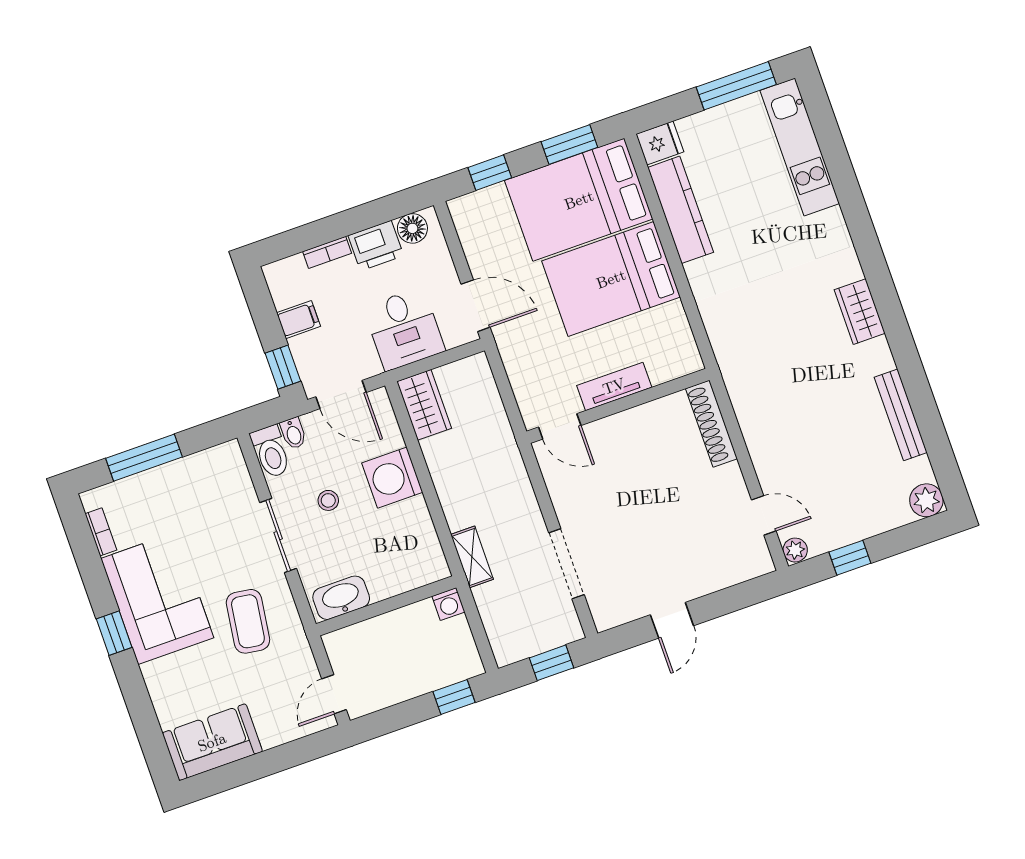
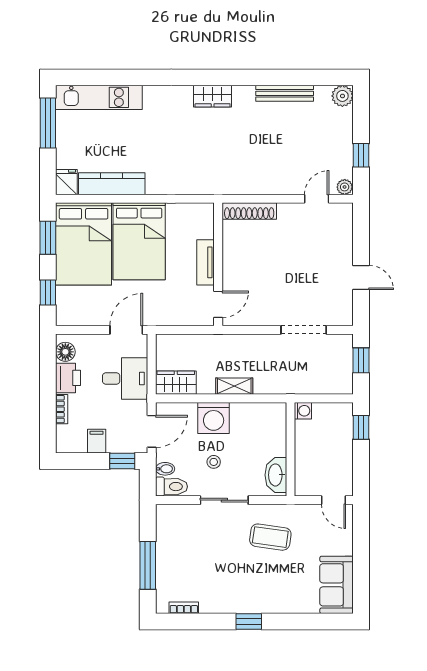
shelving: (472, 557) -> (234, 386), moved
corner sofa: (157, 598) -> (237, 588), removed

